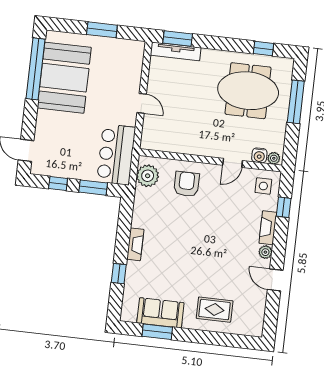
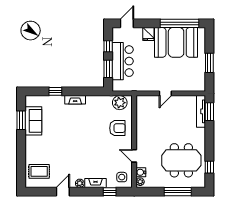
meeting table: (248, 91) -> (181, 160), turned 90
fridge: (46, 119) -> (148, 34), added
bar counter: (116, 154) -> (123, 61), moved, turned 90
rug: (215, 310) -> (39, 171), moved, turned 90

